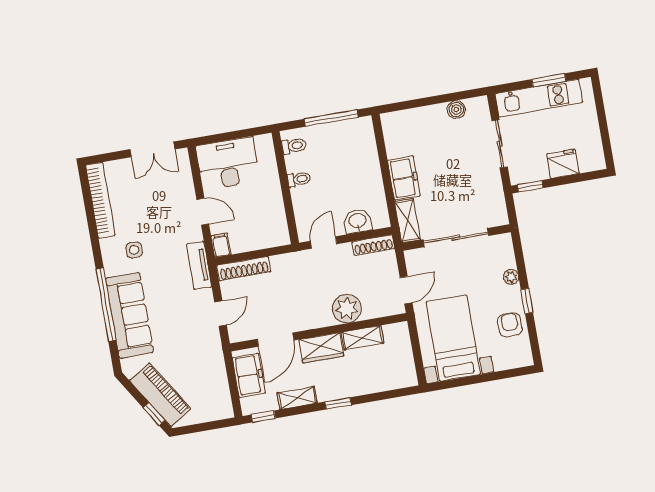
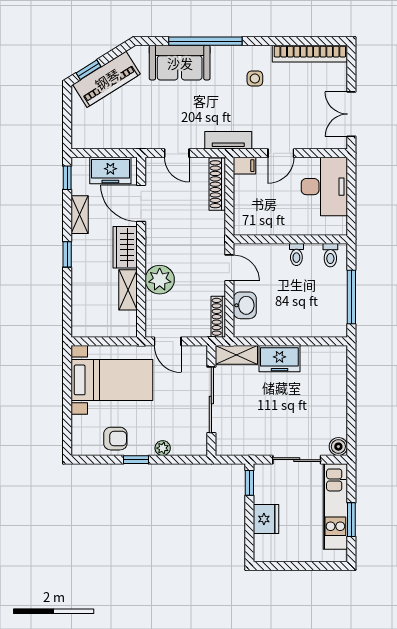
boiler: (456, 110) -> (338, 447), moved
sofa: (130, 315) -> (180, 63), width x0.73

